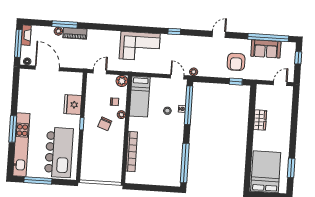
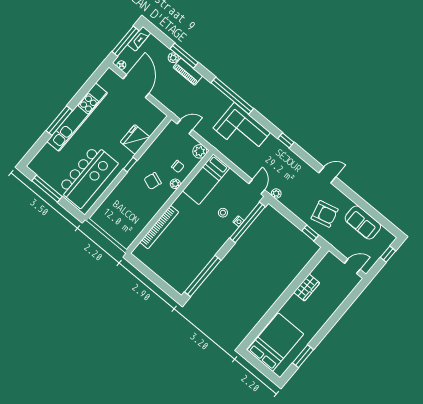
window: (268, 38) -> (232, 96), moved
armchair: (236, 62) -> (325, 214), turned -104
kitchen unit: (21, 145) -> (77, 117), moved

